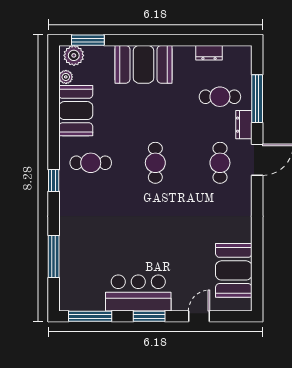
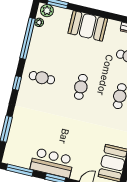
window: (54, 106) -> (28, 38), added
booth: (76, 111) -> (40, 44), removed

